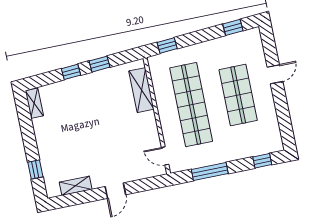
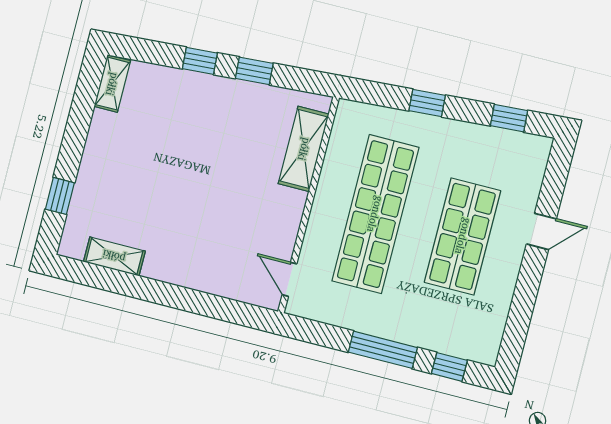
window: (167, 45) -> (427, 103), moved
window: (210, 171) -> (383, 350), moved
door: (115, 191) -> (177, 297), removed

